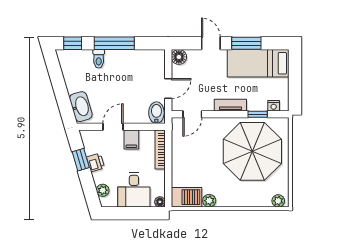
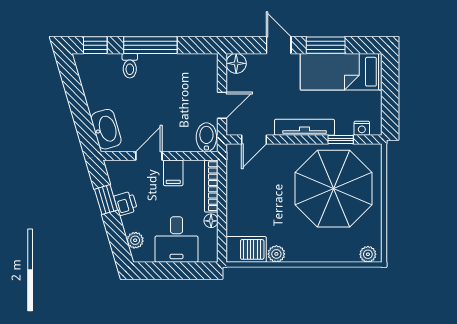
tv unit: (230, 105) -> (304, 127), width x1.41
floor lamp: (160, 202) -> (211, 221), moved

